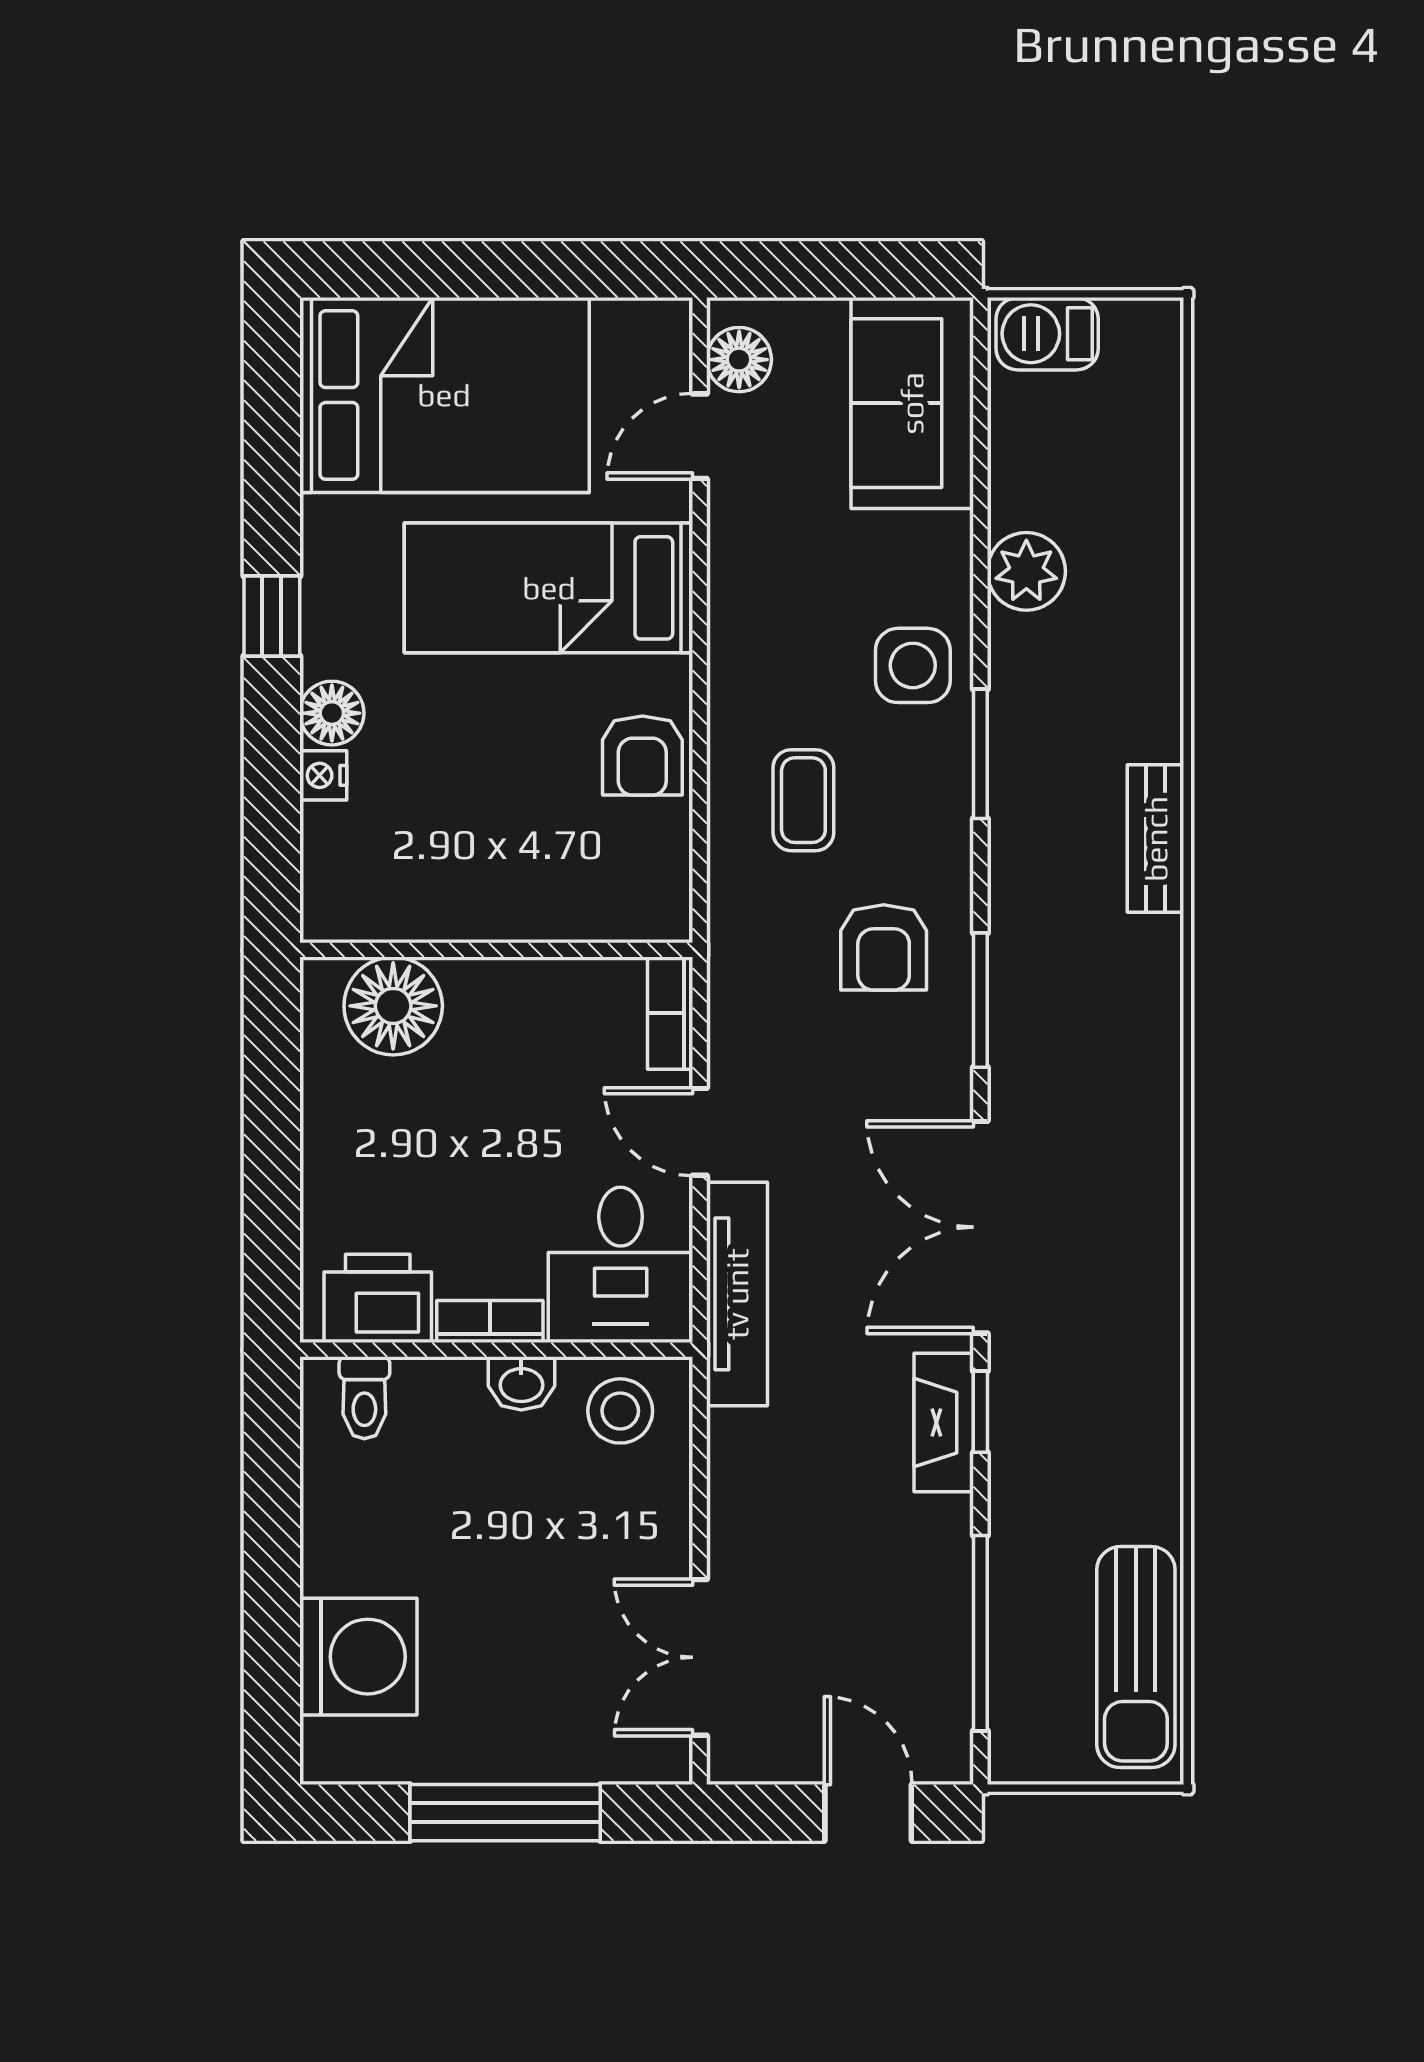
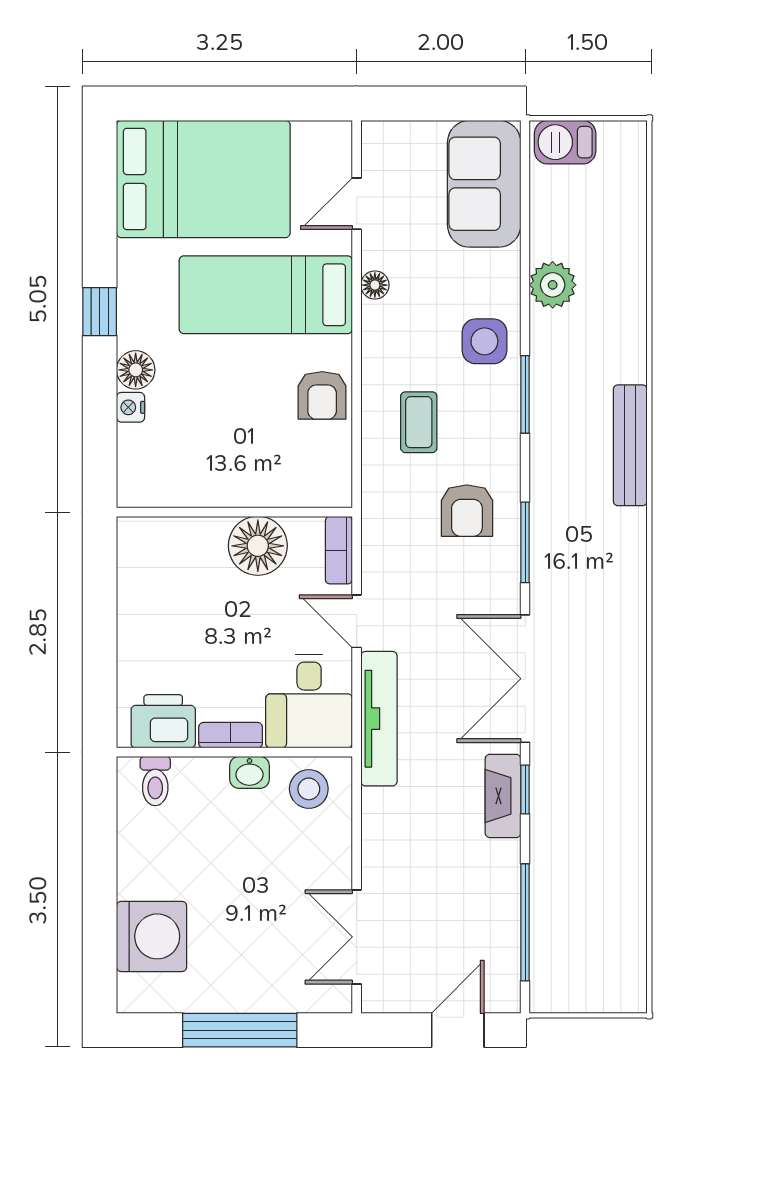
floor lamp: (739, 360) -> (375, 285), moved, width x0.73, depth x0.73
bench: (1156, 839) -> (630, 445), width x1.36
floor lamp: (393, 1006) -> (258, 546), moved
sun lounger: (1136, 1657) -> (618, 937), removed
door: (868, 1813) -> (458, 1030), hinge flipped

